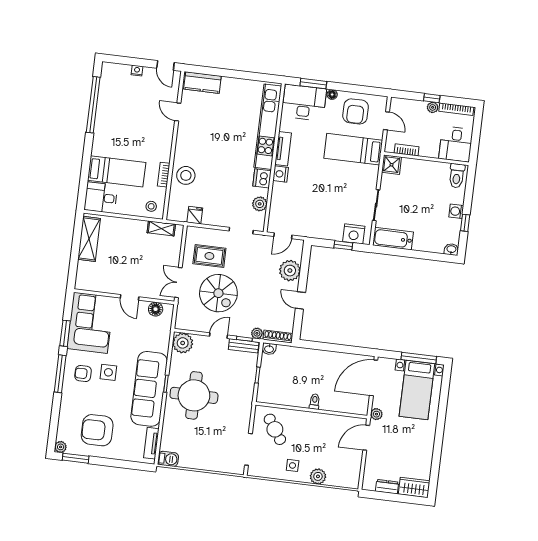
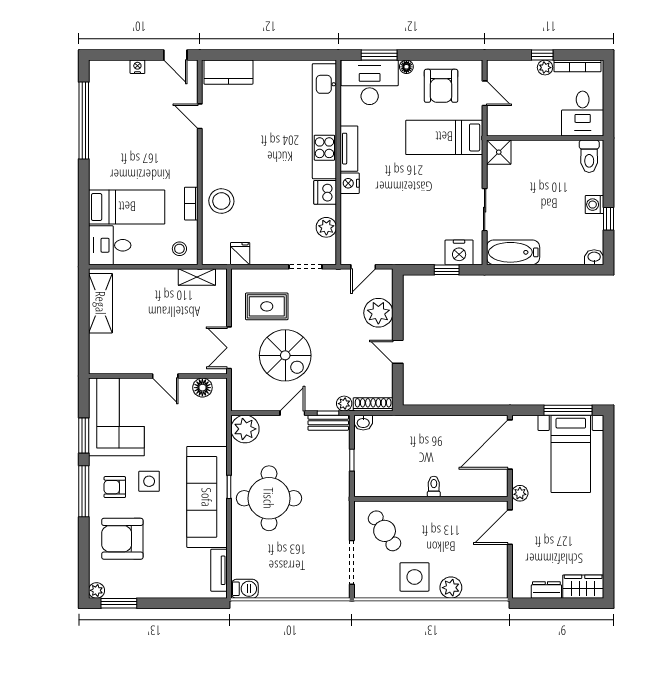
bookcase: (407, 150) -> (517, 130), removed
armchair: (97, 430) -> (122, 539), moved
side table: (293, 465) -> (414, 577), width x1.87, depth x1.87

